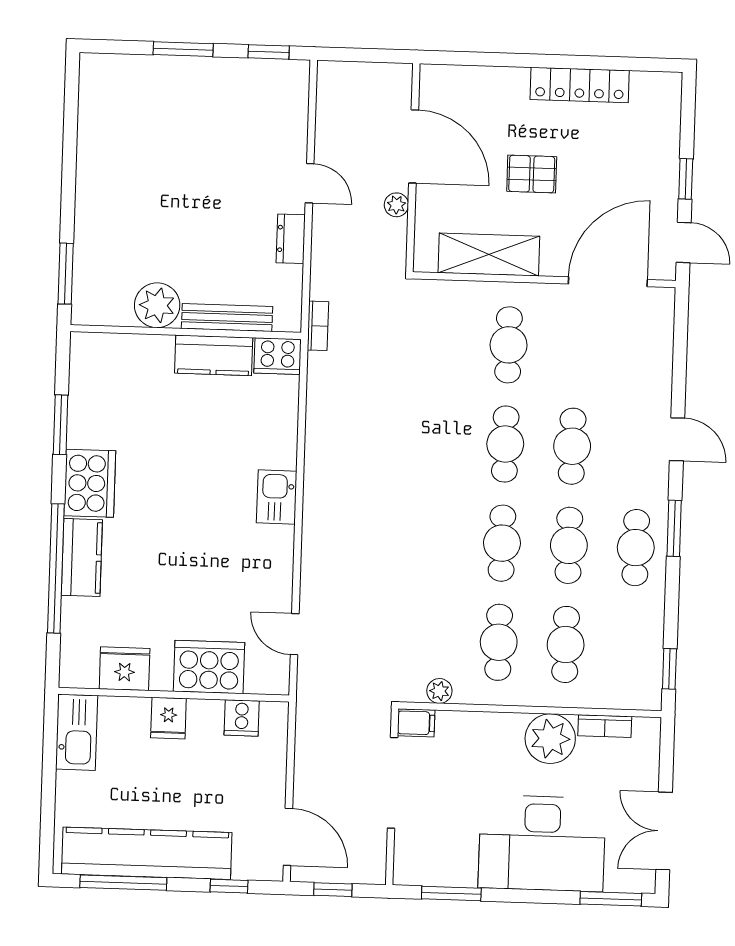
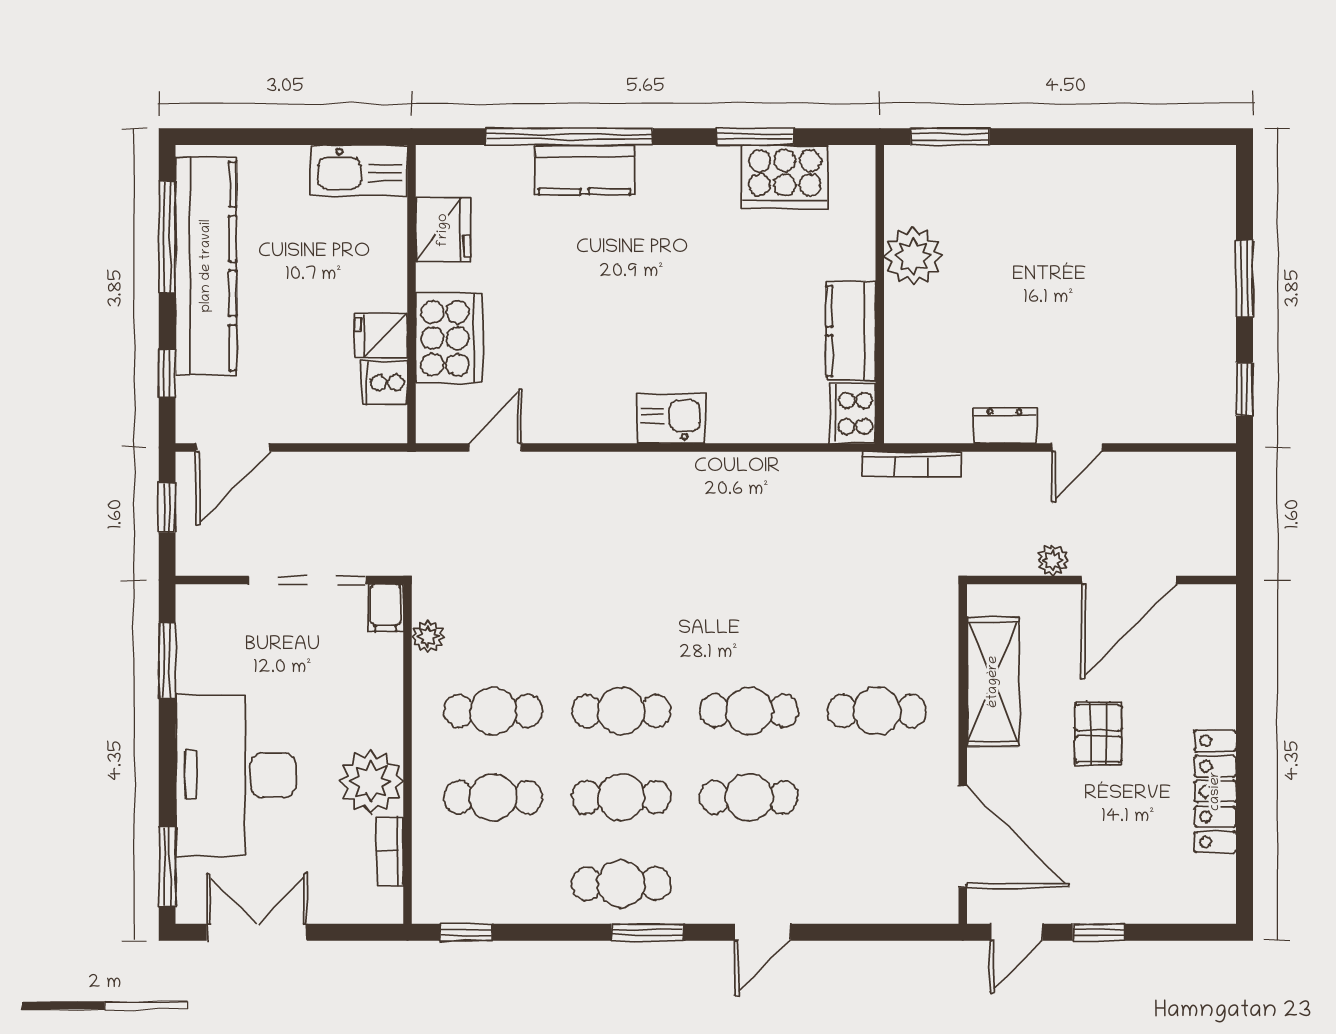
bench: (227, 318) -> (900, 347), removed
bookcase: (318, 326) -> (911, 464), width x1.56
cooker: (90, 483) -> (785, 177), moved
fridge: (168, 718) -> (381, 336), moved

